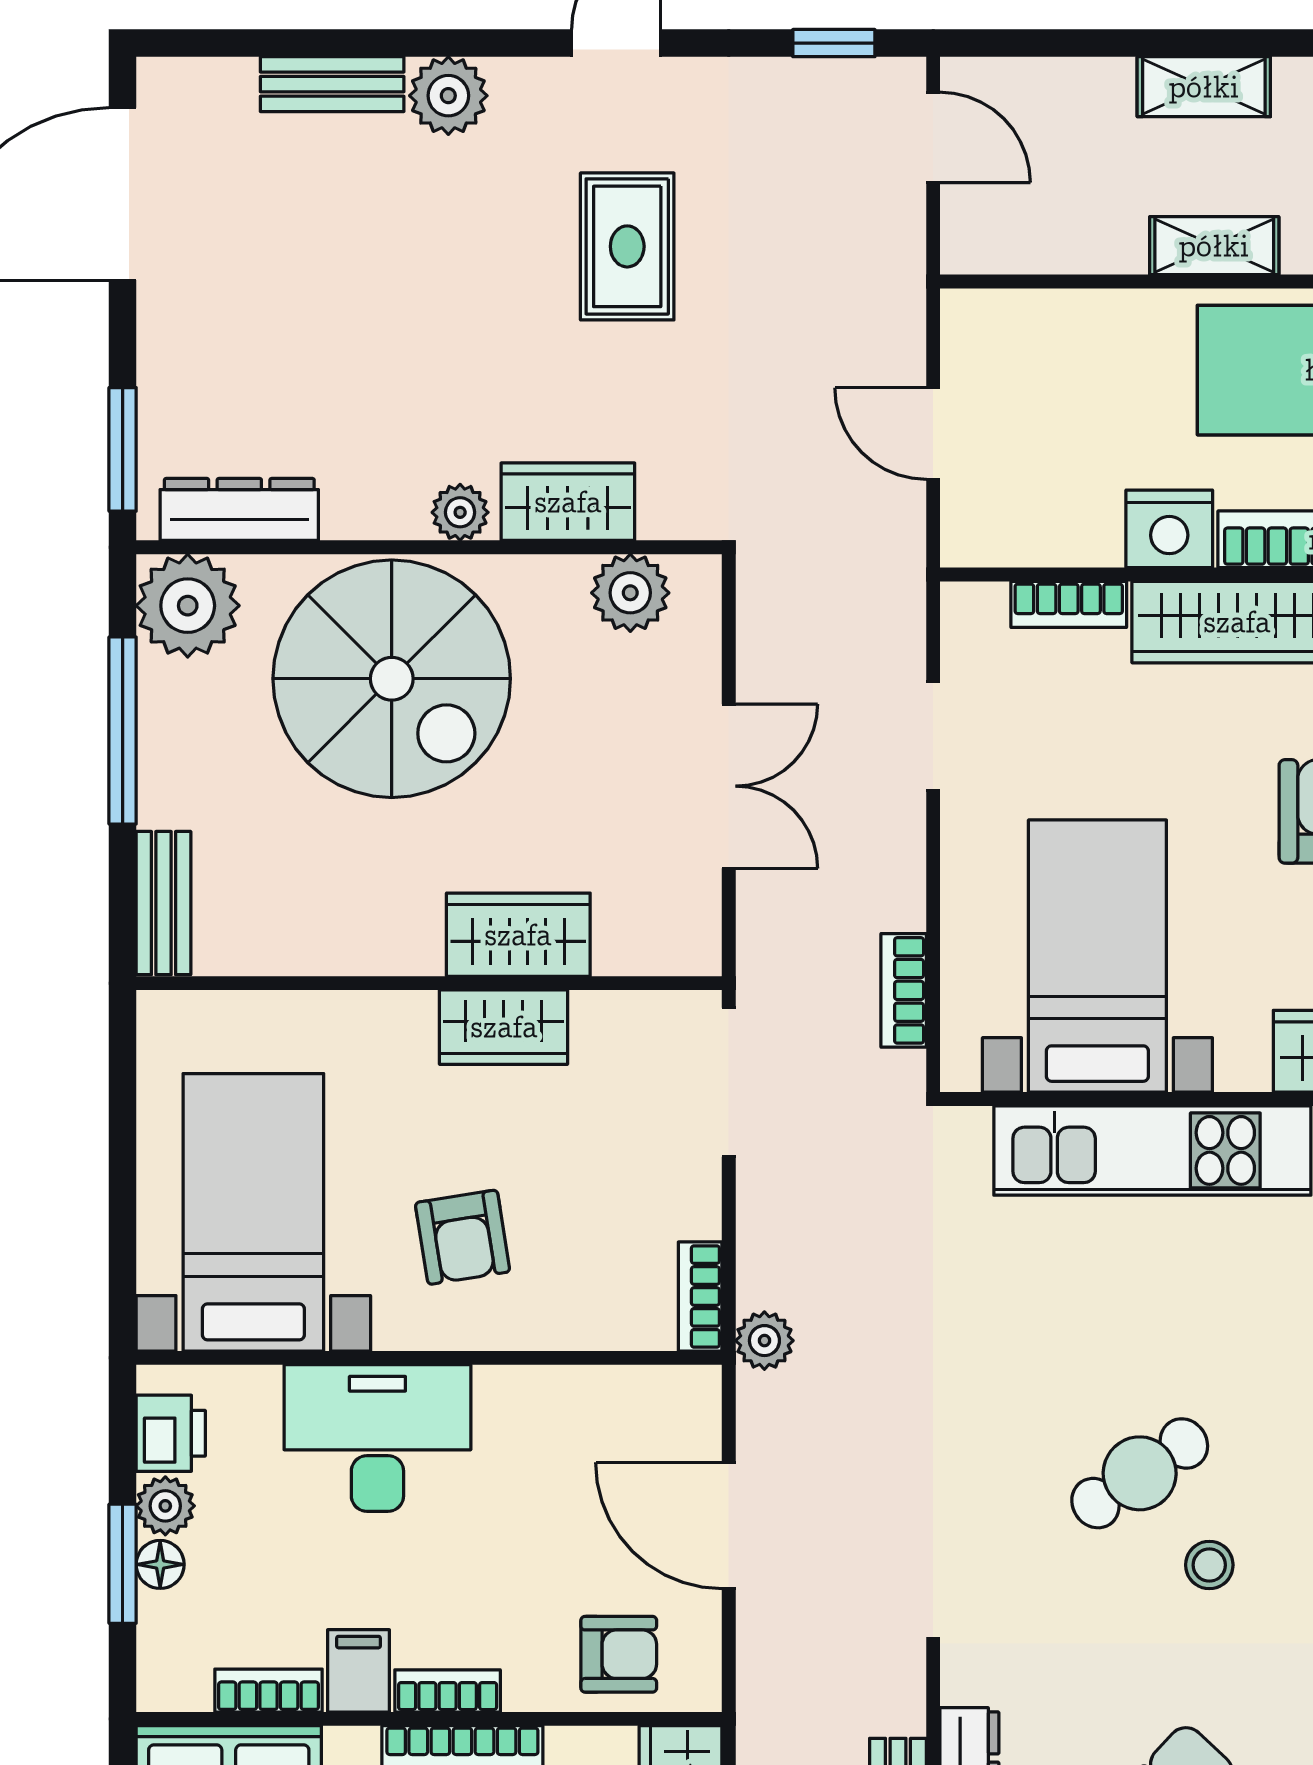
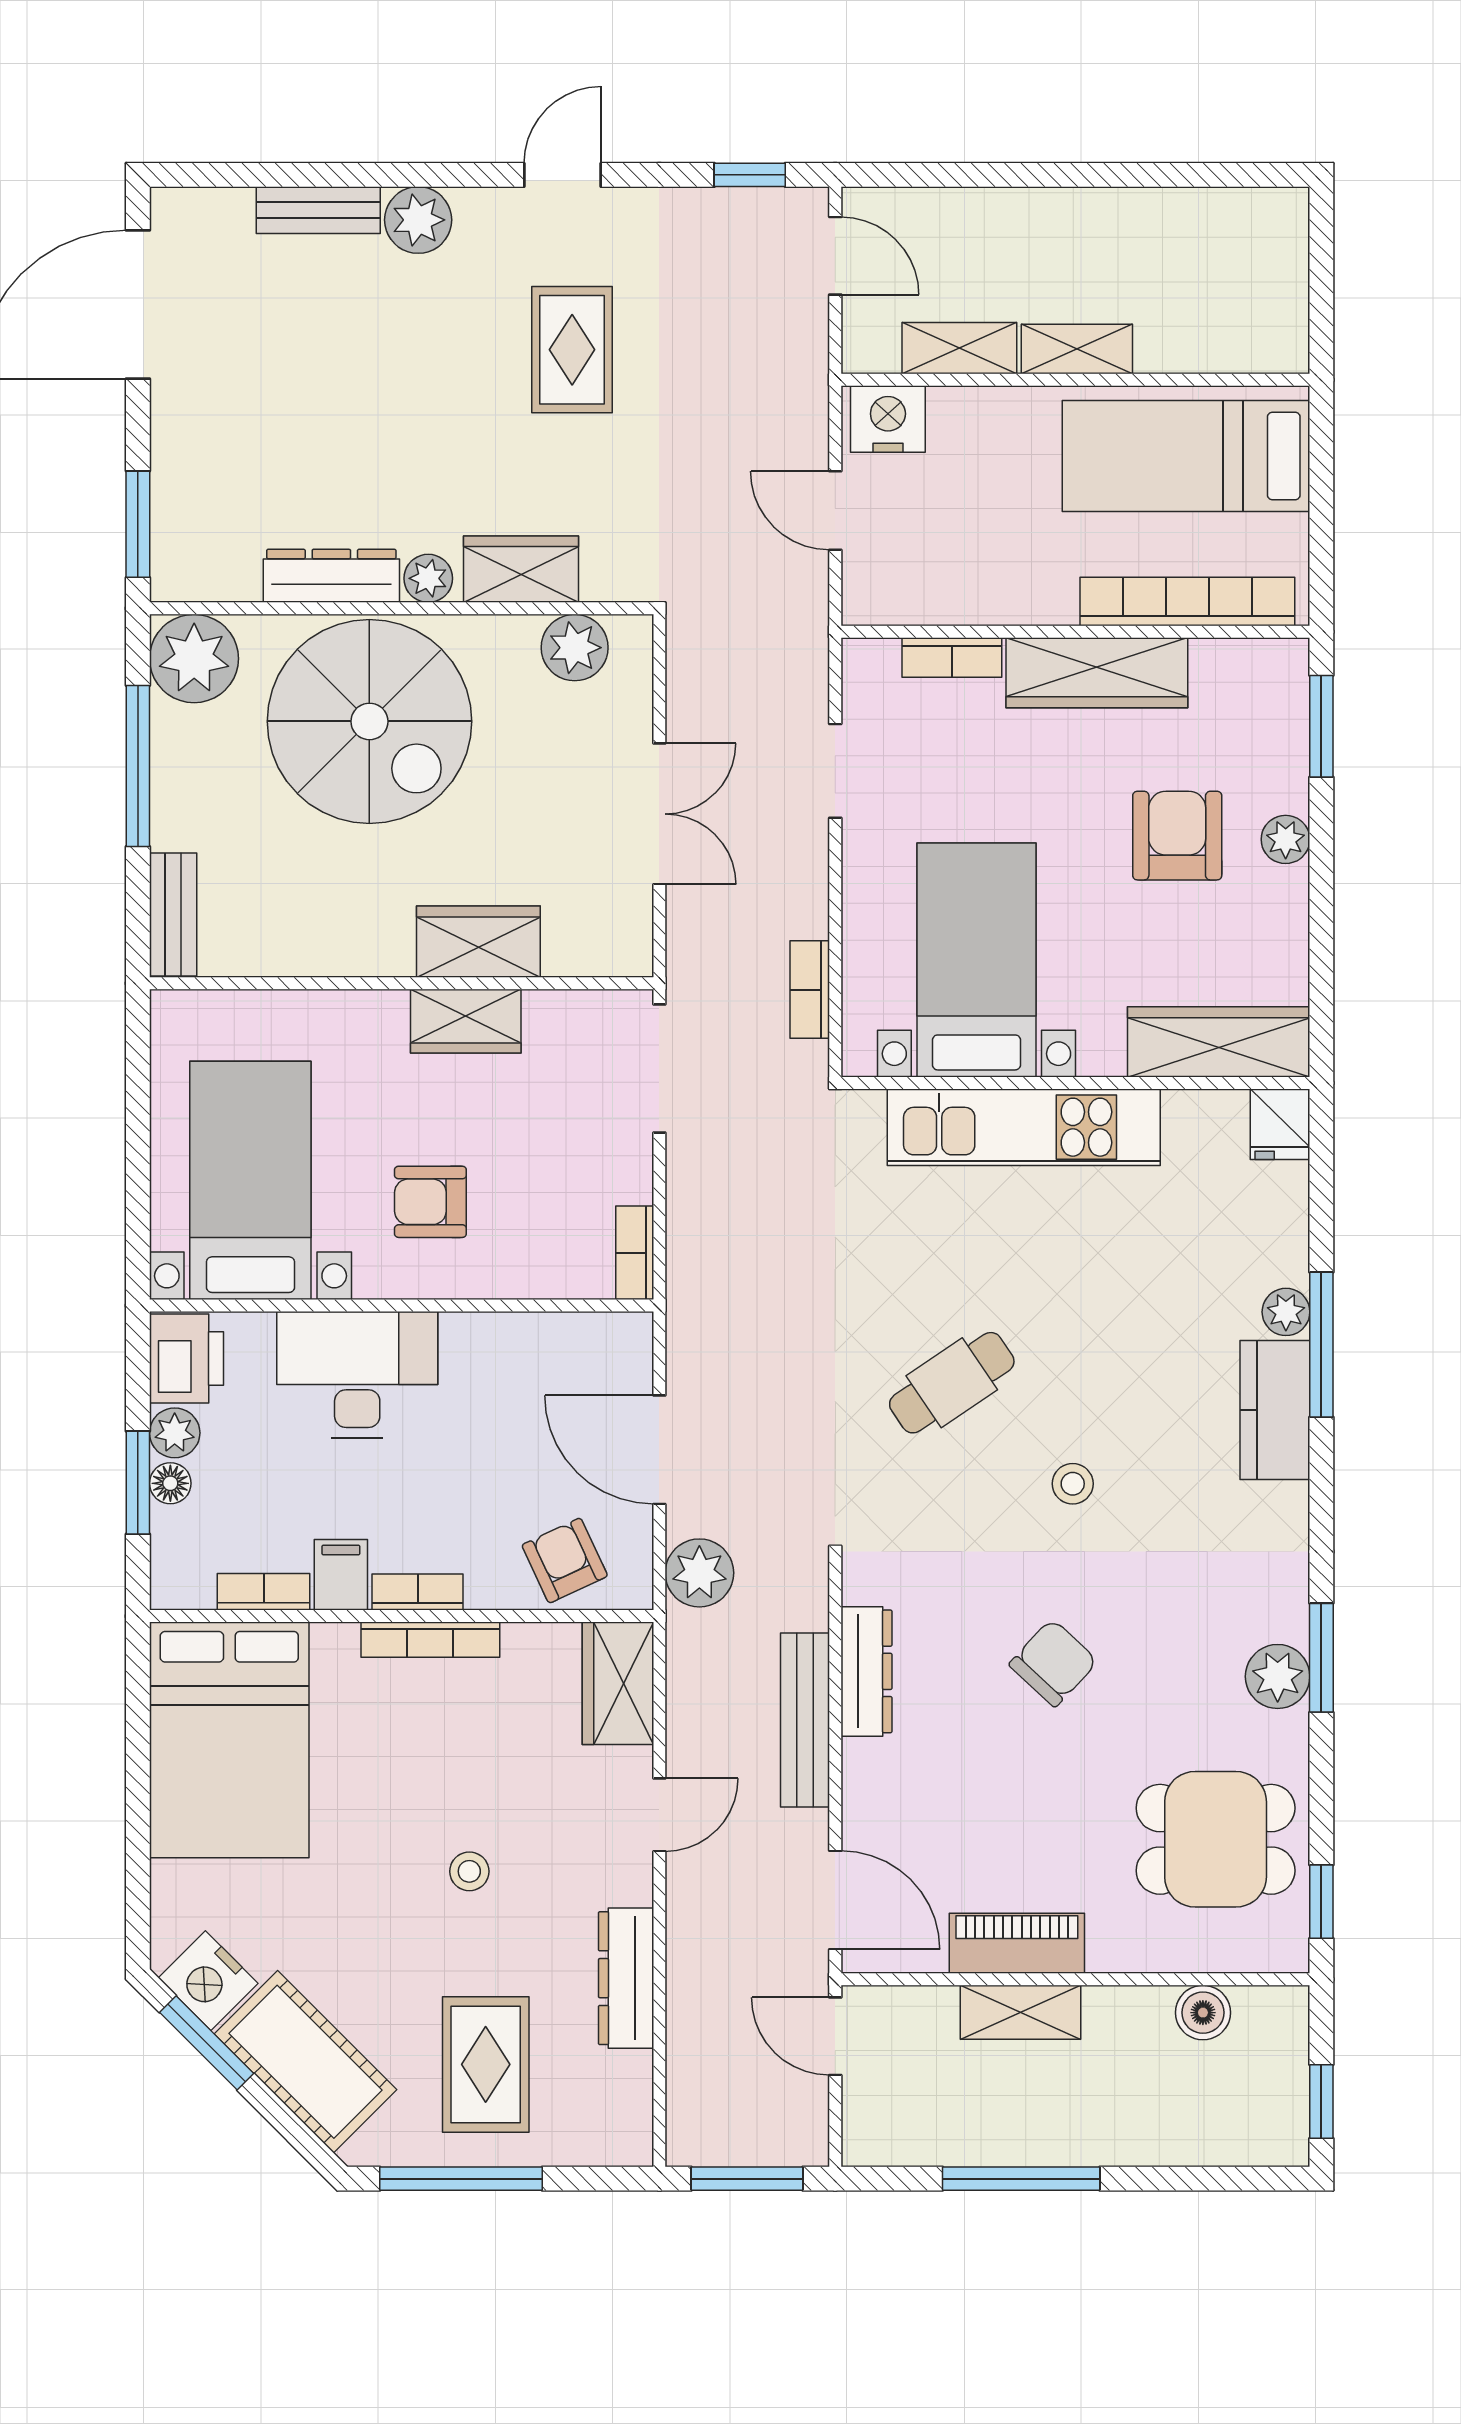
shelving: (1204, 87) -> (959, 348), moved
dresser: (239, 509) -> (331, 576), moved
nightstand: (1169, 529) -> (888, 419), moved, turned 180
armchair: (463, 1237) -> (430, 1202), turned 99
plant: (764, 1341) -> (699, 1573), moved, width x1.38, depth x1.38
printer: (171, 1433) -> (187, 1359), width x1.36, depth x1.24
cafe table: (1140, 1473) -> (952, 1383), moved
armchair: (619, 1654) -> (565, 1560), turned -115

